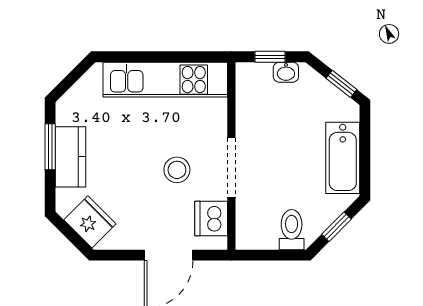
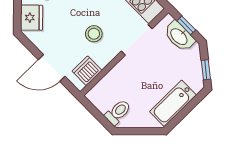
washbasin: (286, 72) -> (179, 36), width x1.91, depth x1.45
doorway: (231, 168) -> (137, 40), moved
window: (336, 227) -> (139, 131), removed

